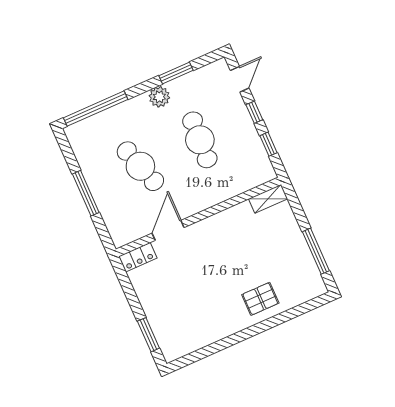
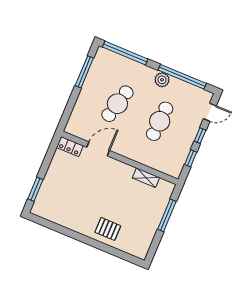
window: (176, 73) -> (182, 77), width x2.11
cafe table: (140, 166) -> (117, 104), turned 33
window: (86, 193) -> (84, 72), moved
shelving: (268, 199) -> (146, 178), moved
window: (316, 251) -> (167, 215), moved

